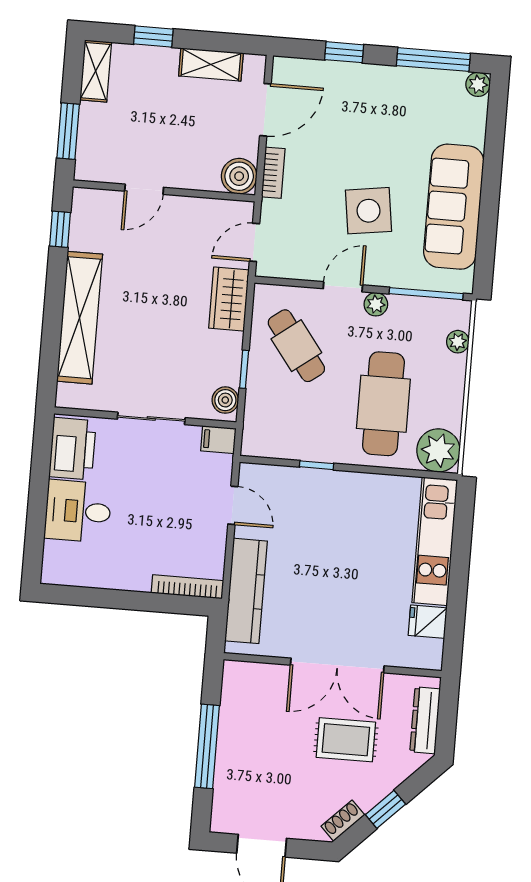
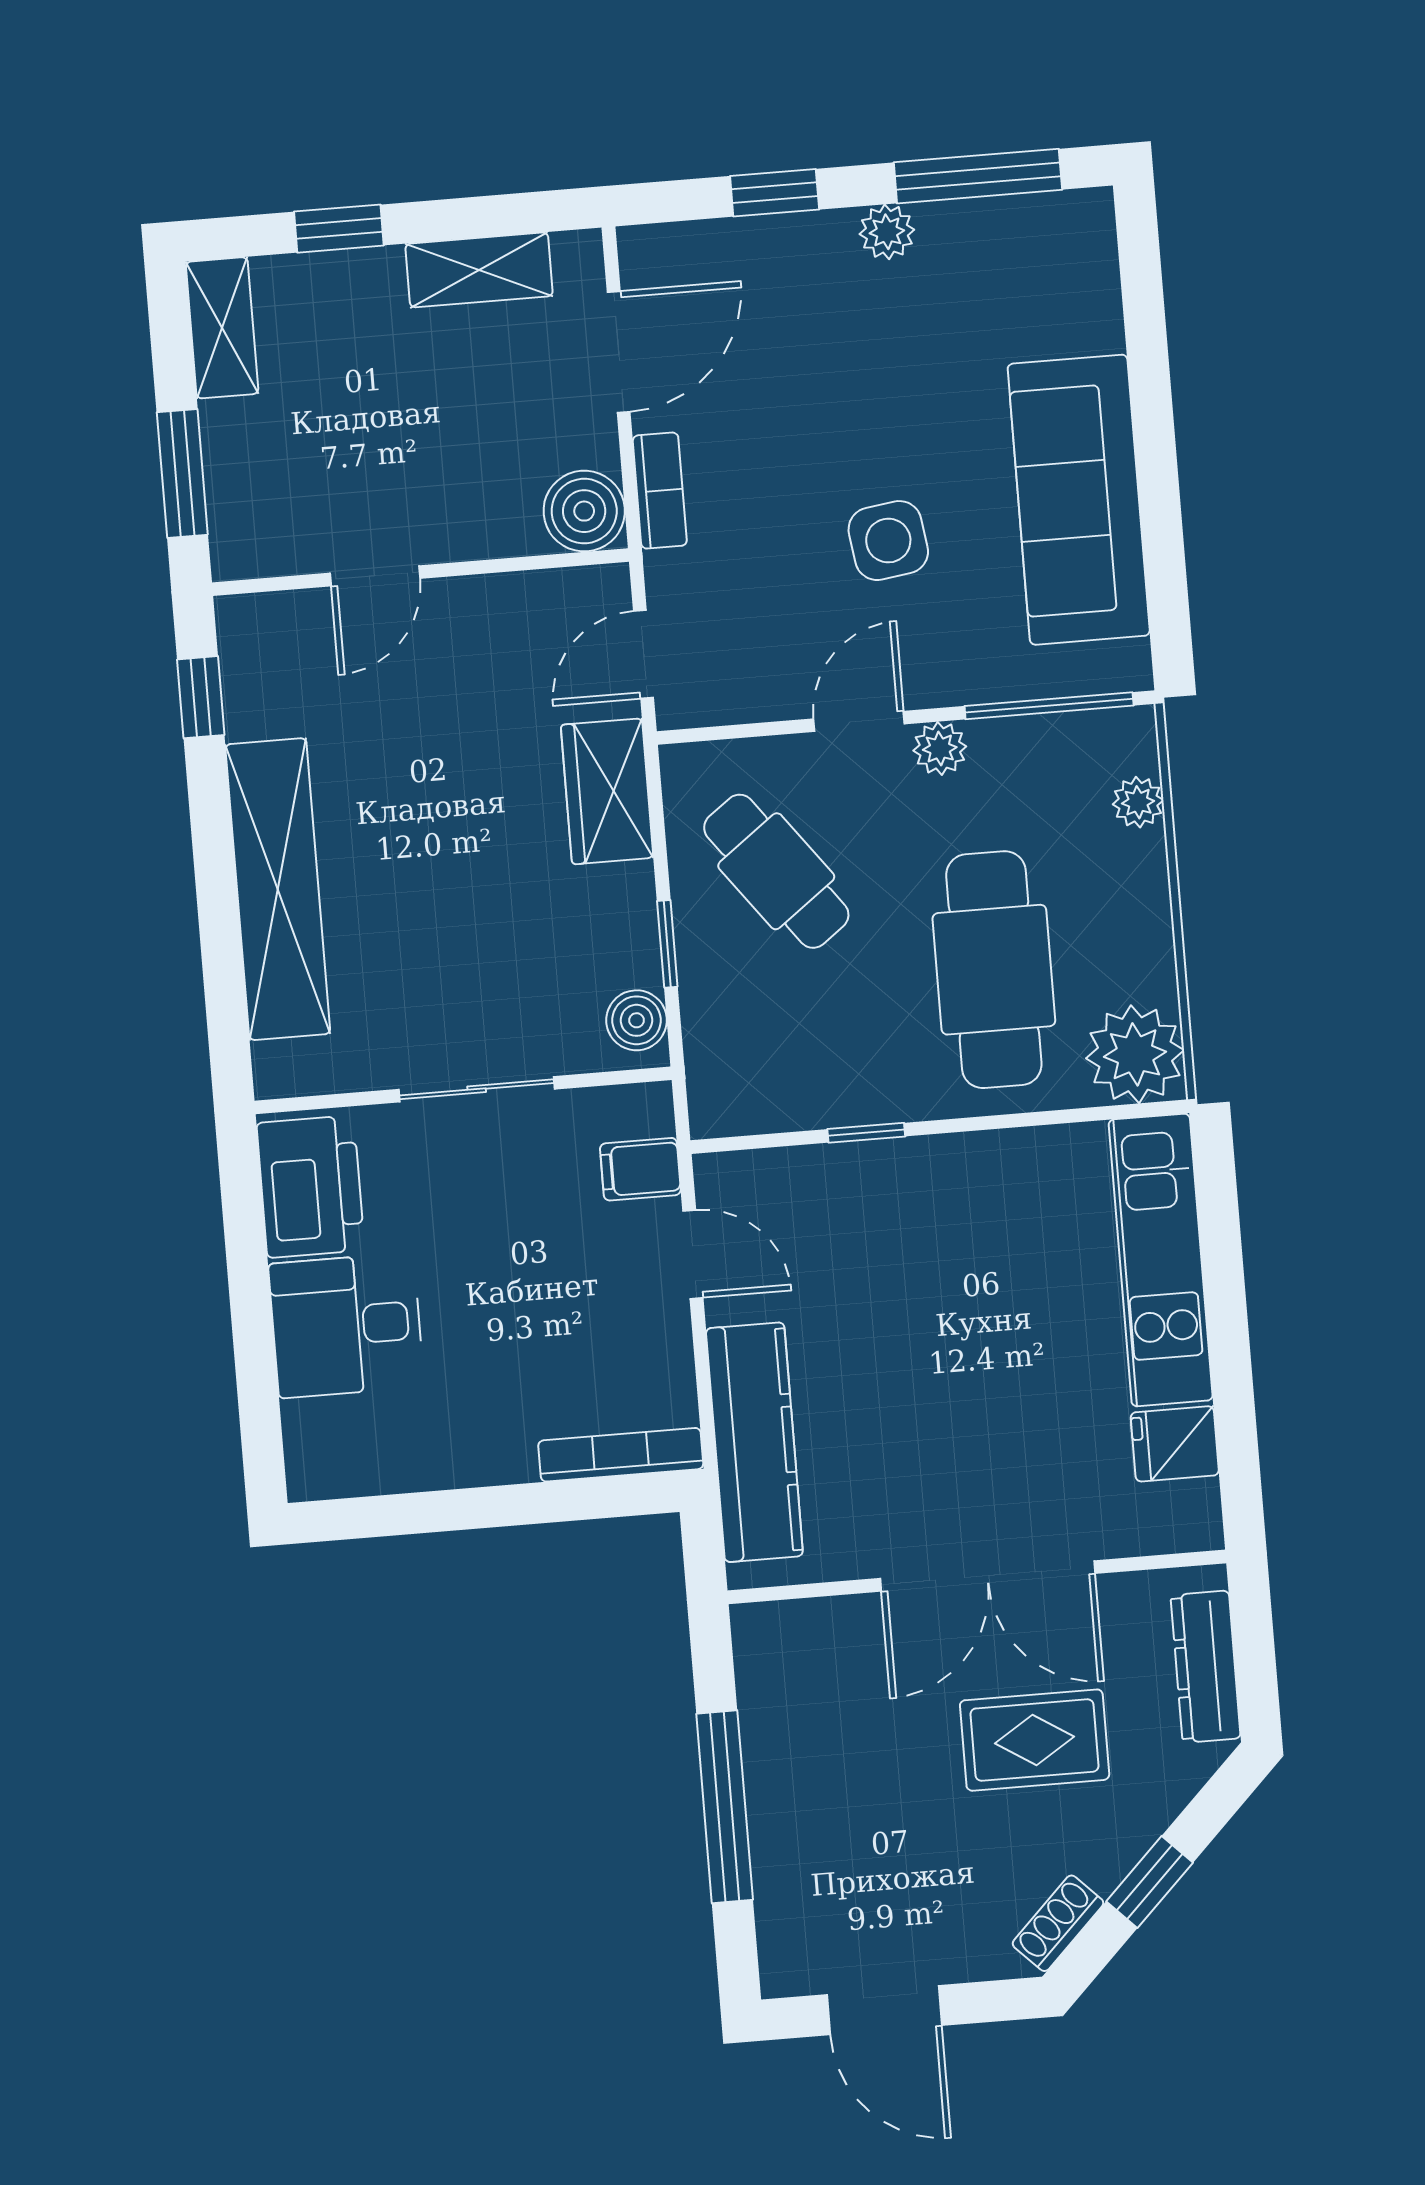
plant: (478, 84) -> (887, 232), moved
side table: (368, 211) -> (888, 541), width x0.73, depth x0.73
filing cabinet: (218, 440) -> (640, 1169), moved

